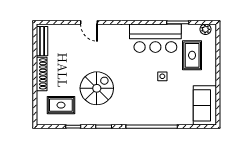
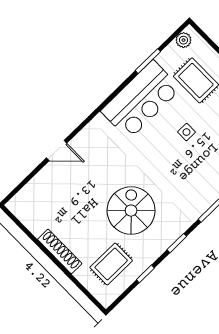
bench: (42, 41) -> (27, 217), removed

